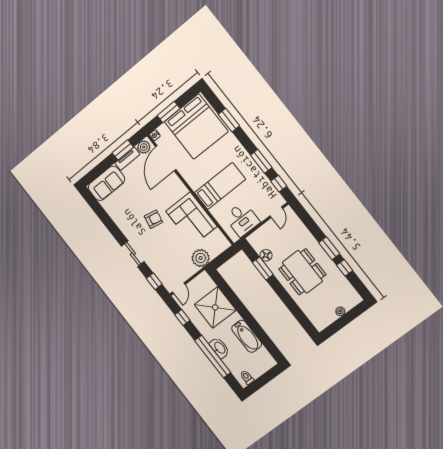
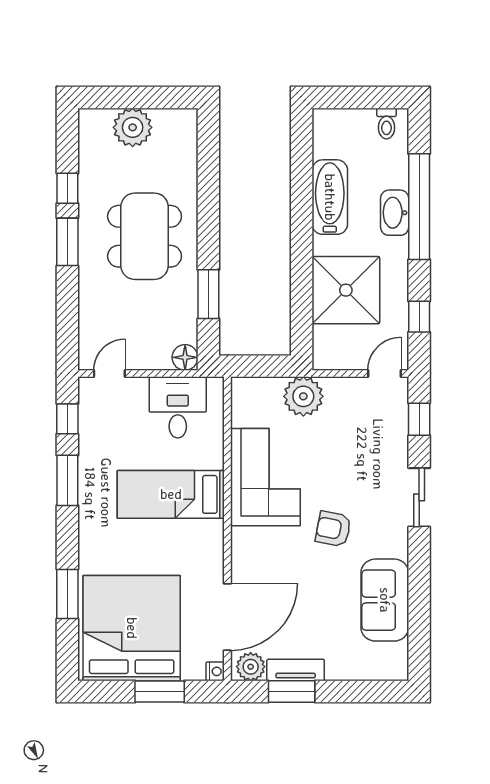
sofa: (107, 183) -> (385, 600), moved, turned -90
floor lamp: (266, 255) -> (185, 357), moved
plant: (340, 311) -> (133, 127), width x1.88, depth x1.88

